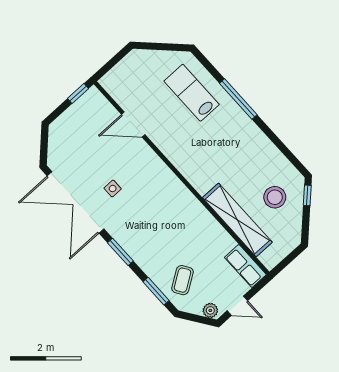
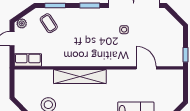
door: (133, 125) -> (146, 68), hinge flipped
shelving: (237, 220) -> (80, 76), moved

